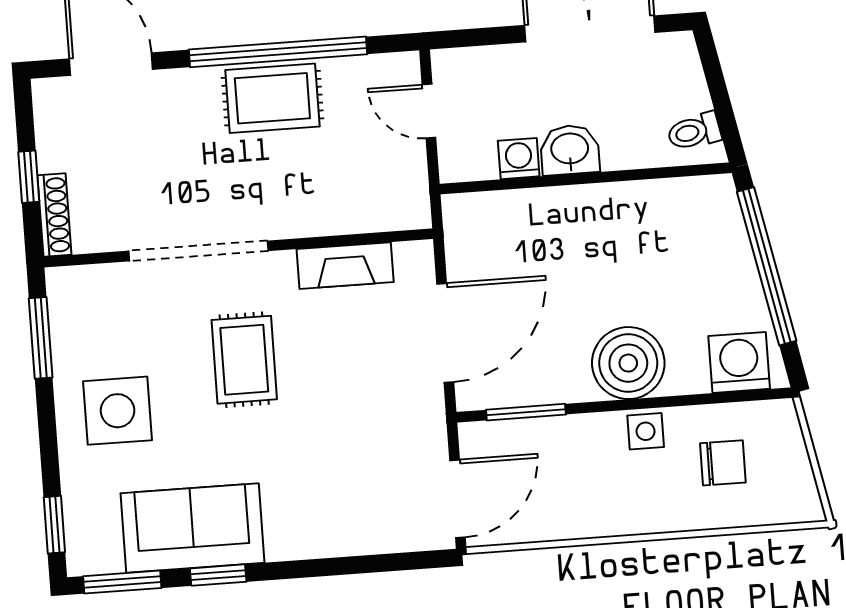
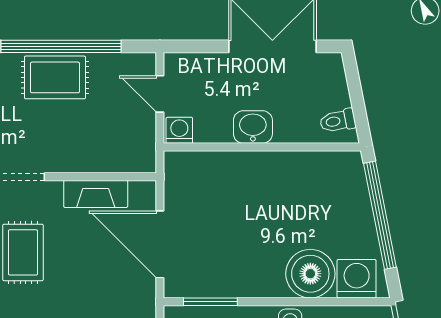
washing machine: (519, 159) -> (179, 130), moved
door: (445, 333) -> (160, 244), swing flipped
boiler: (628, 363) -> (310, 274), moved

